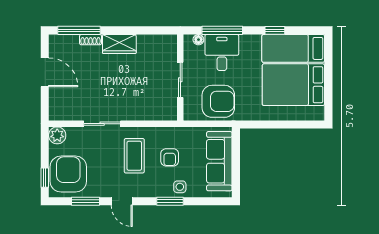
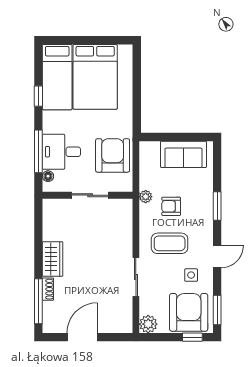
plant: (179, 133) -> (146, 197), added
armchair: (170, 157) -> (171, 206), turned 180
sofa: (219, 161) -> (183, 154), width x0.73
armchair: (68, 174) -> (189, 312), turned 90
side table: (180, 187) -> (191, 275), moved
window: (86, 201) -> (217, 310), moved

